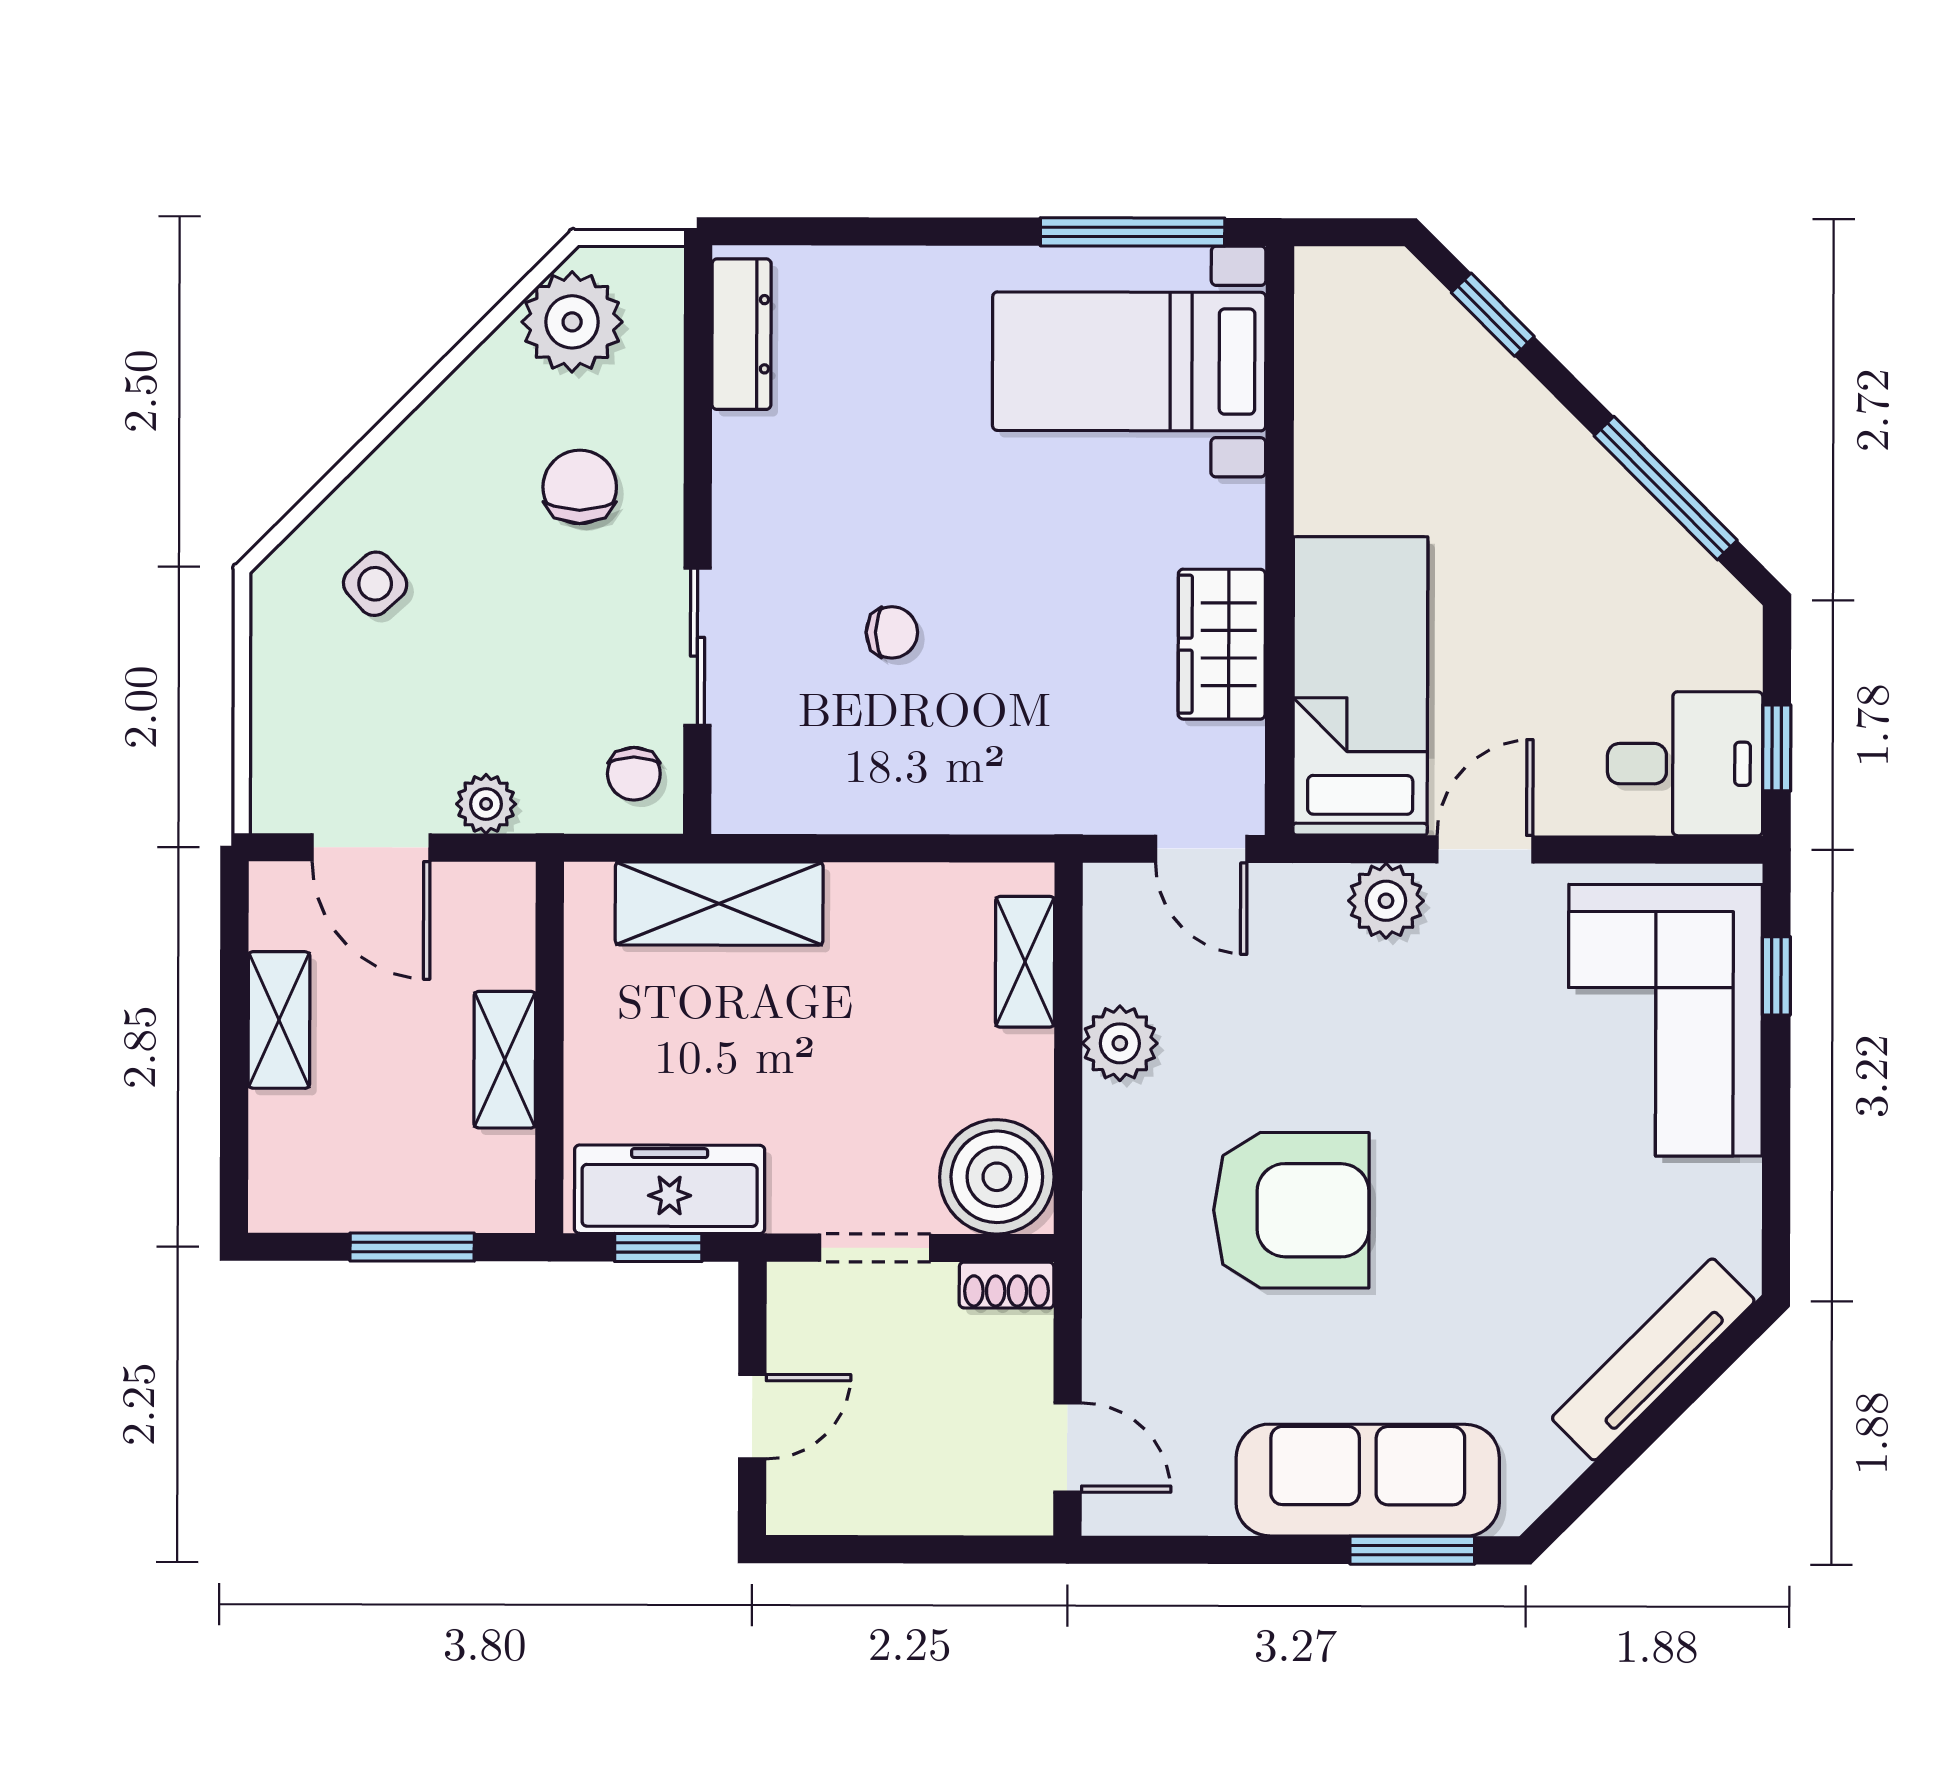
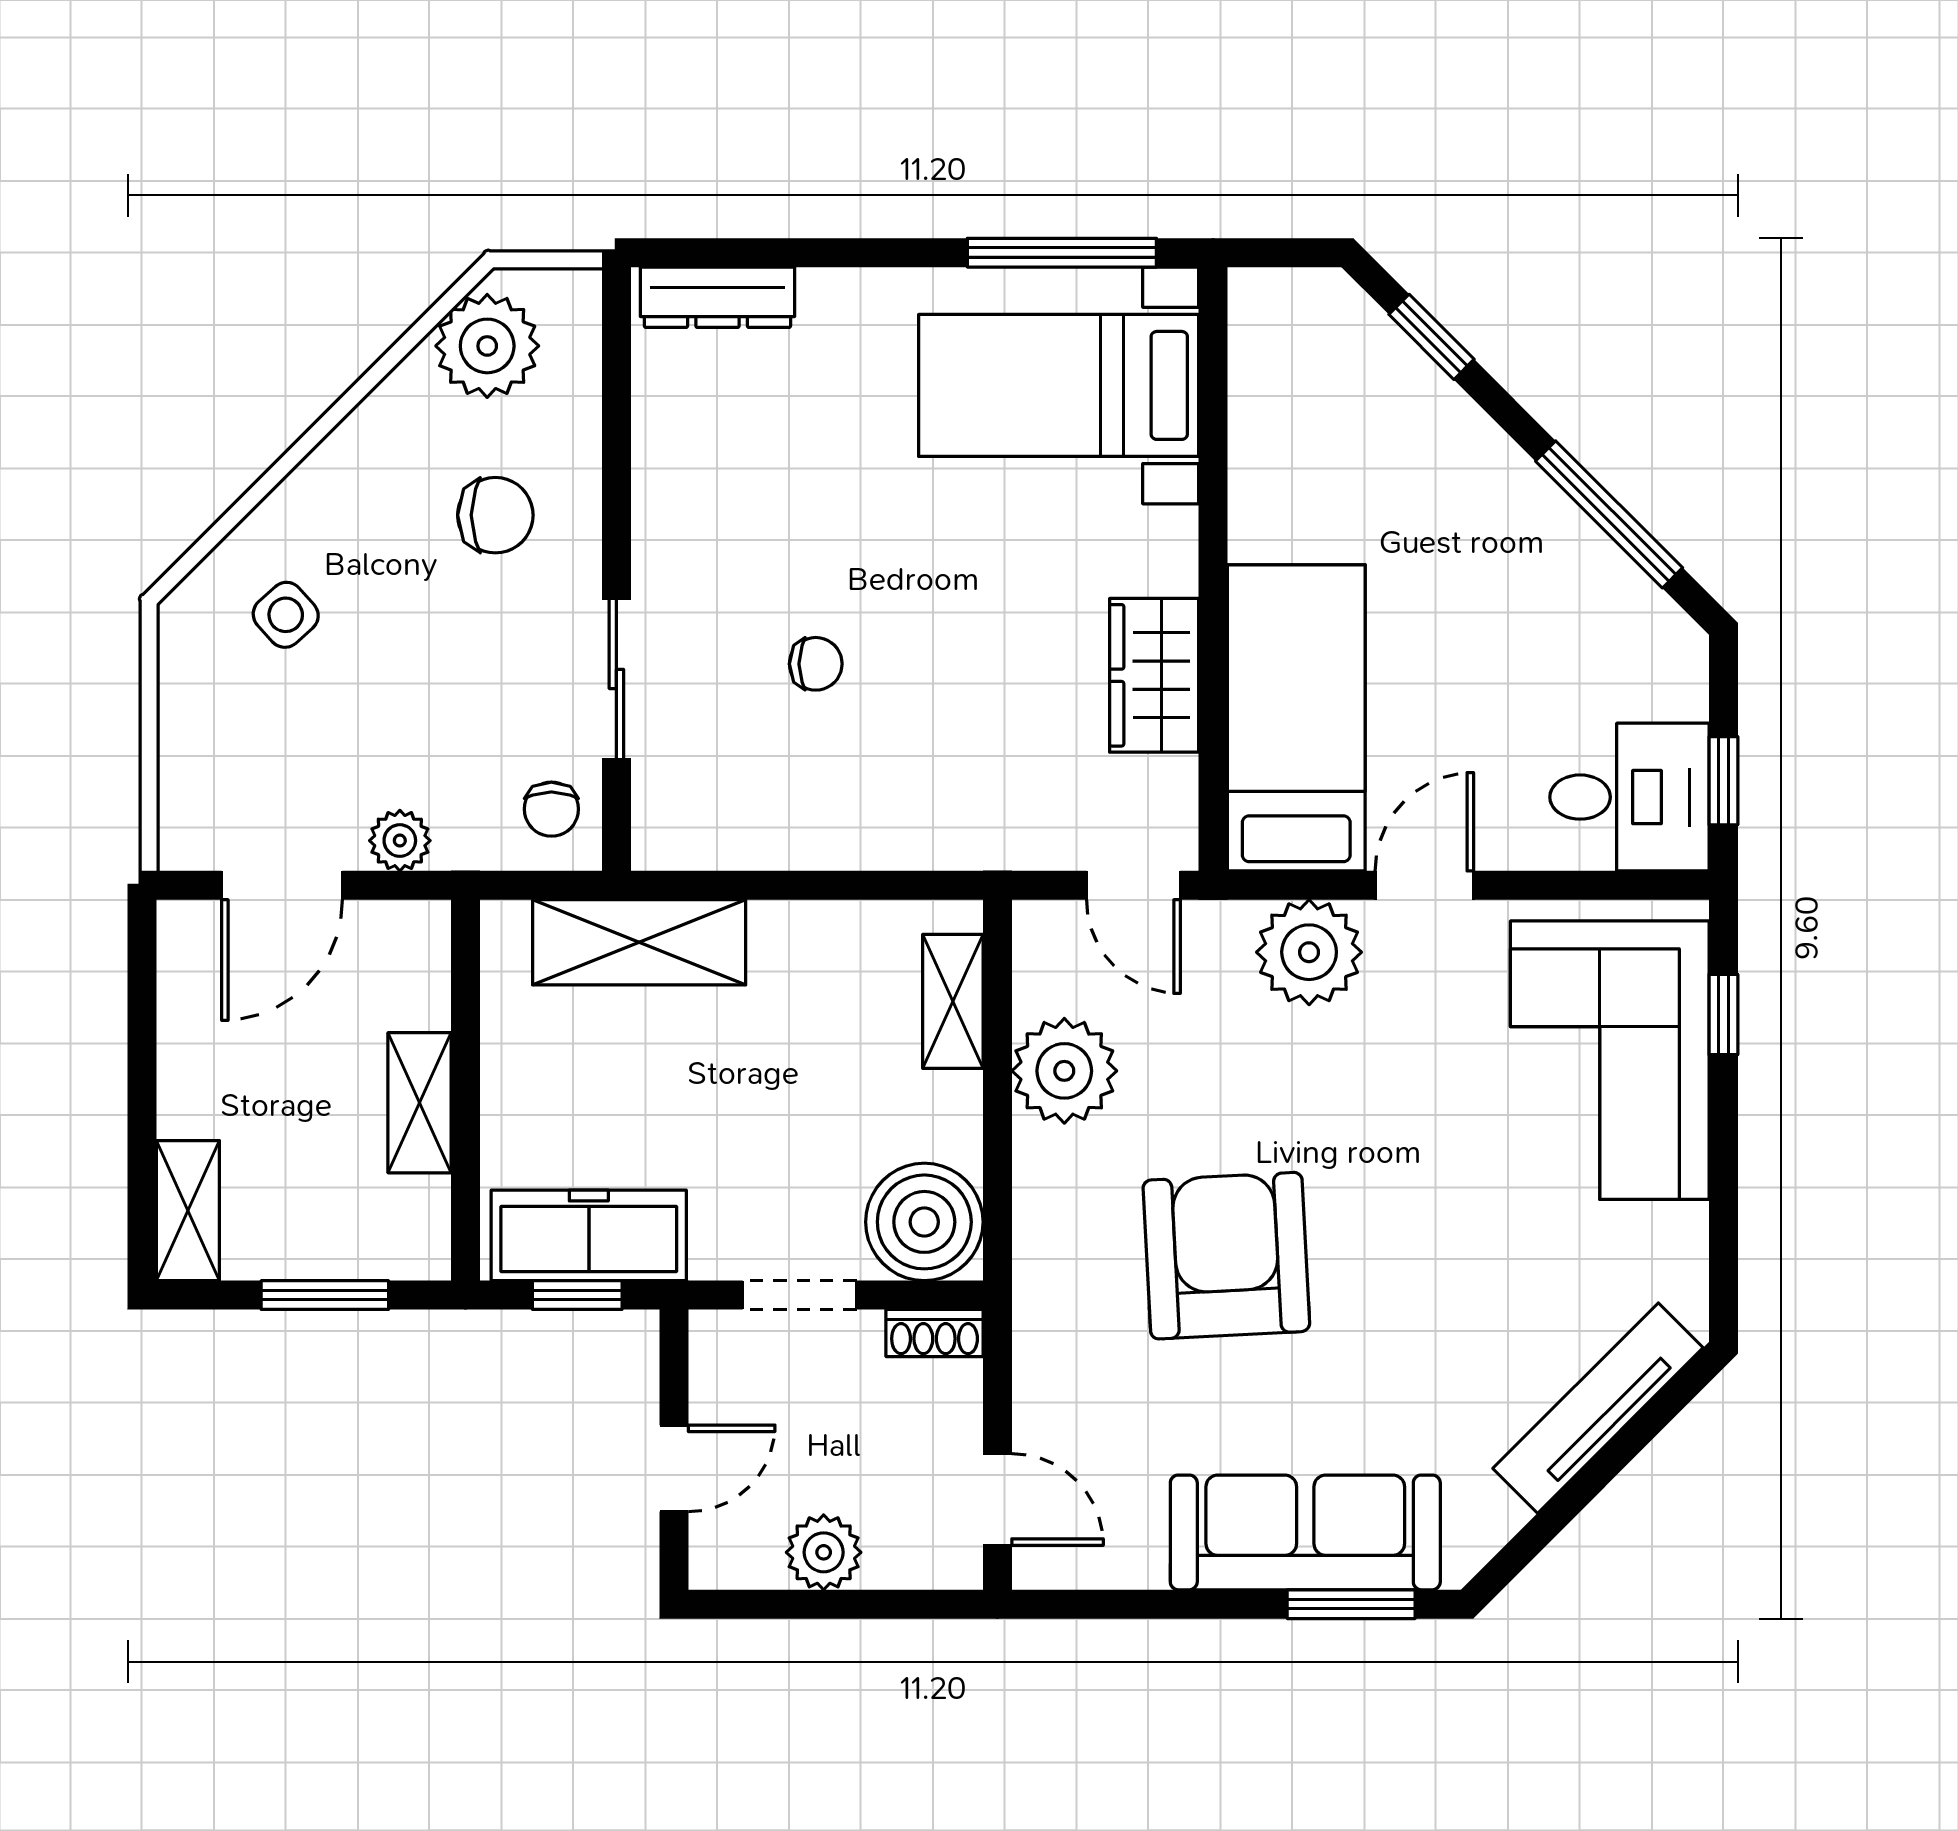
dresser: (741, 334) -> (717, 297), moved, turned 90
chair: (580, 487) -> (495, 515), turned 90
door: (371, 847) -> (282, 885), hinge flipped
plant: (1386, 901) -> (1309, 952), width x1.36, depth x1.36
shelving: (279, 1020) -> (188, 1211), moved
plant: (1120, 1043) -> (1064, 1071), width x1.36, depth x1.36
armchair: (1291, 1210) -> (1226, 1256), turned -93
plant: (898, 1499) -> (824, 1552), added

